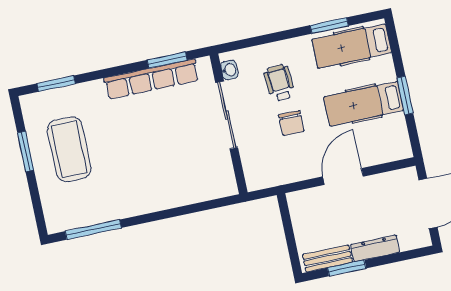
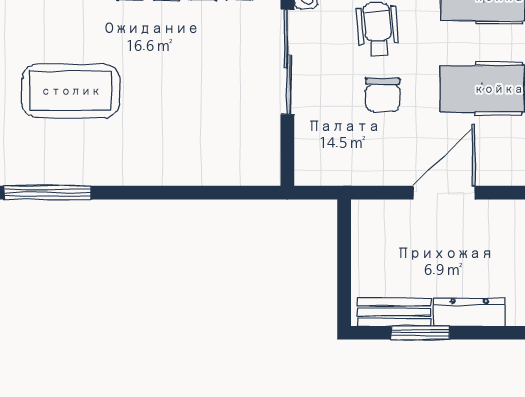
coffee table: (69, 149) -> (71, 91), moved, turned 90

